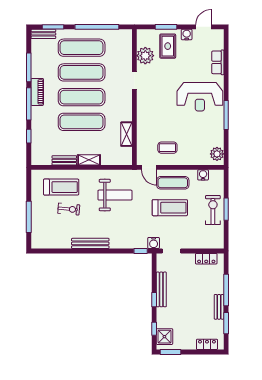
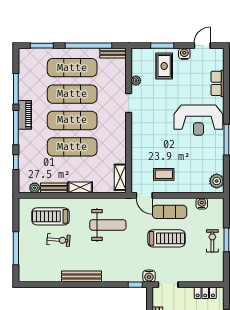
bench: (43, 34) -> (113, 53), moved
plant: (145, 56) -> (136, 80), width x0.53, depth x0.53
shelving: (127, 134) -> (120, 177), moved
plant: (46, 160) -> (35, 188), added
treadmill: (61, 187) -> (50, 216), turned 180
exercise bike: (213, 210) -> (212, 241), width x0.73, depth x0.72

